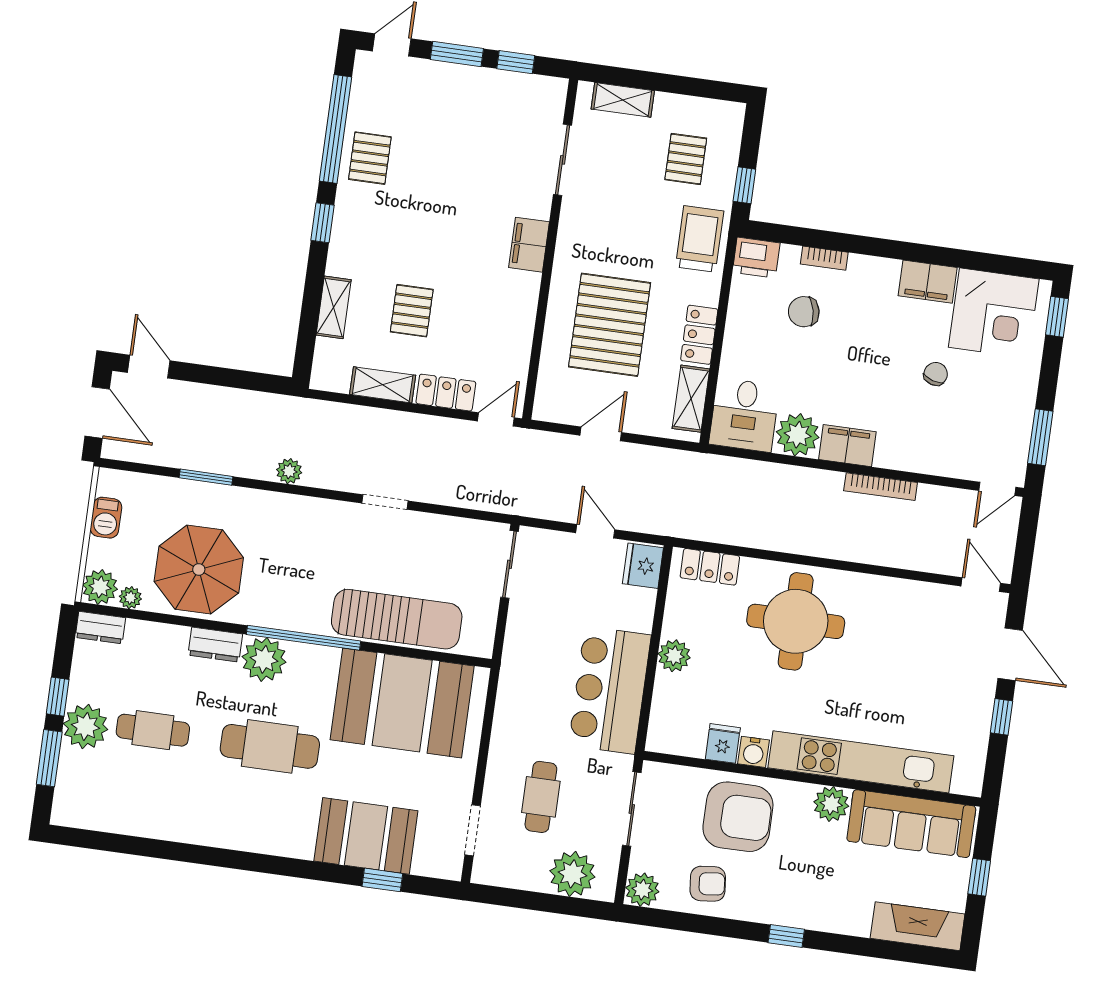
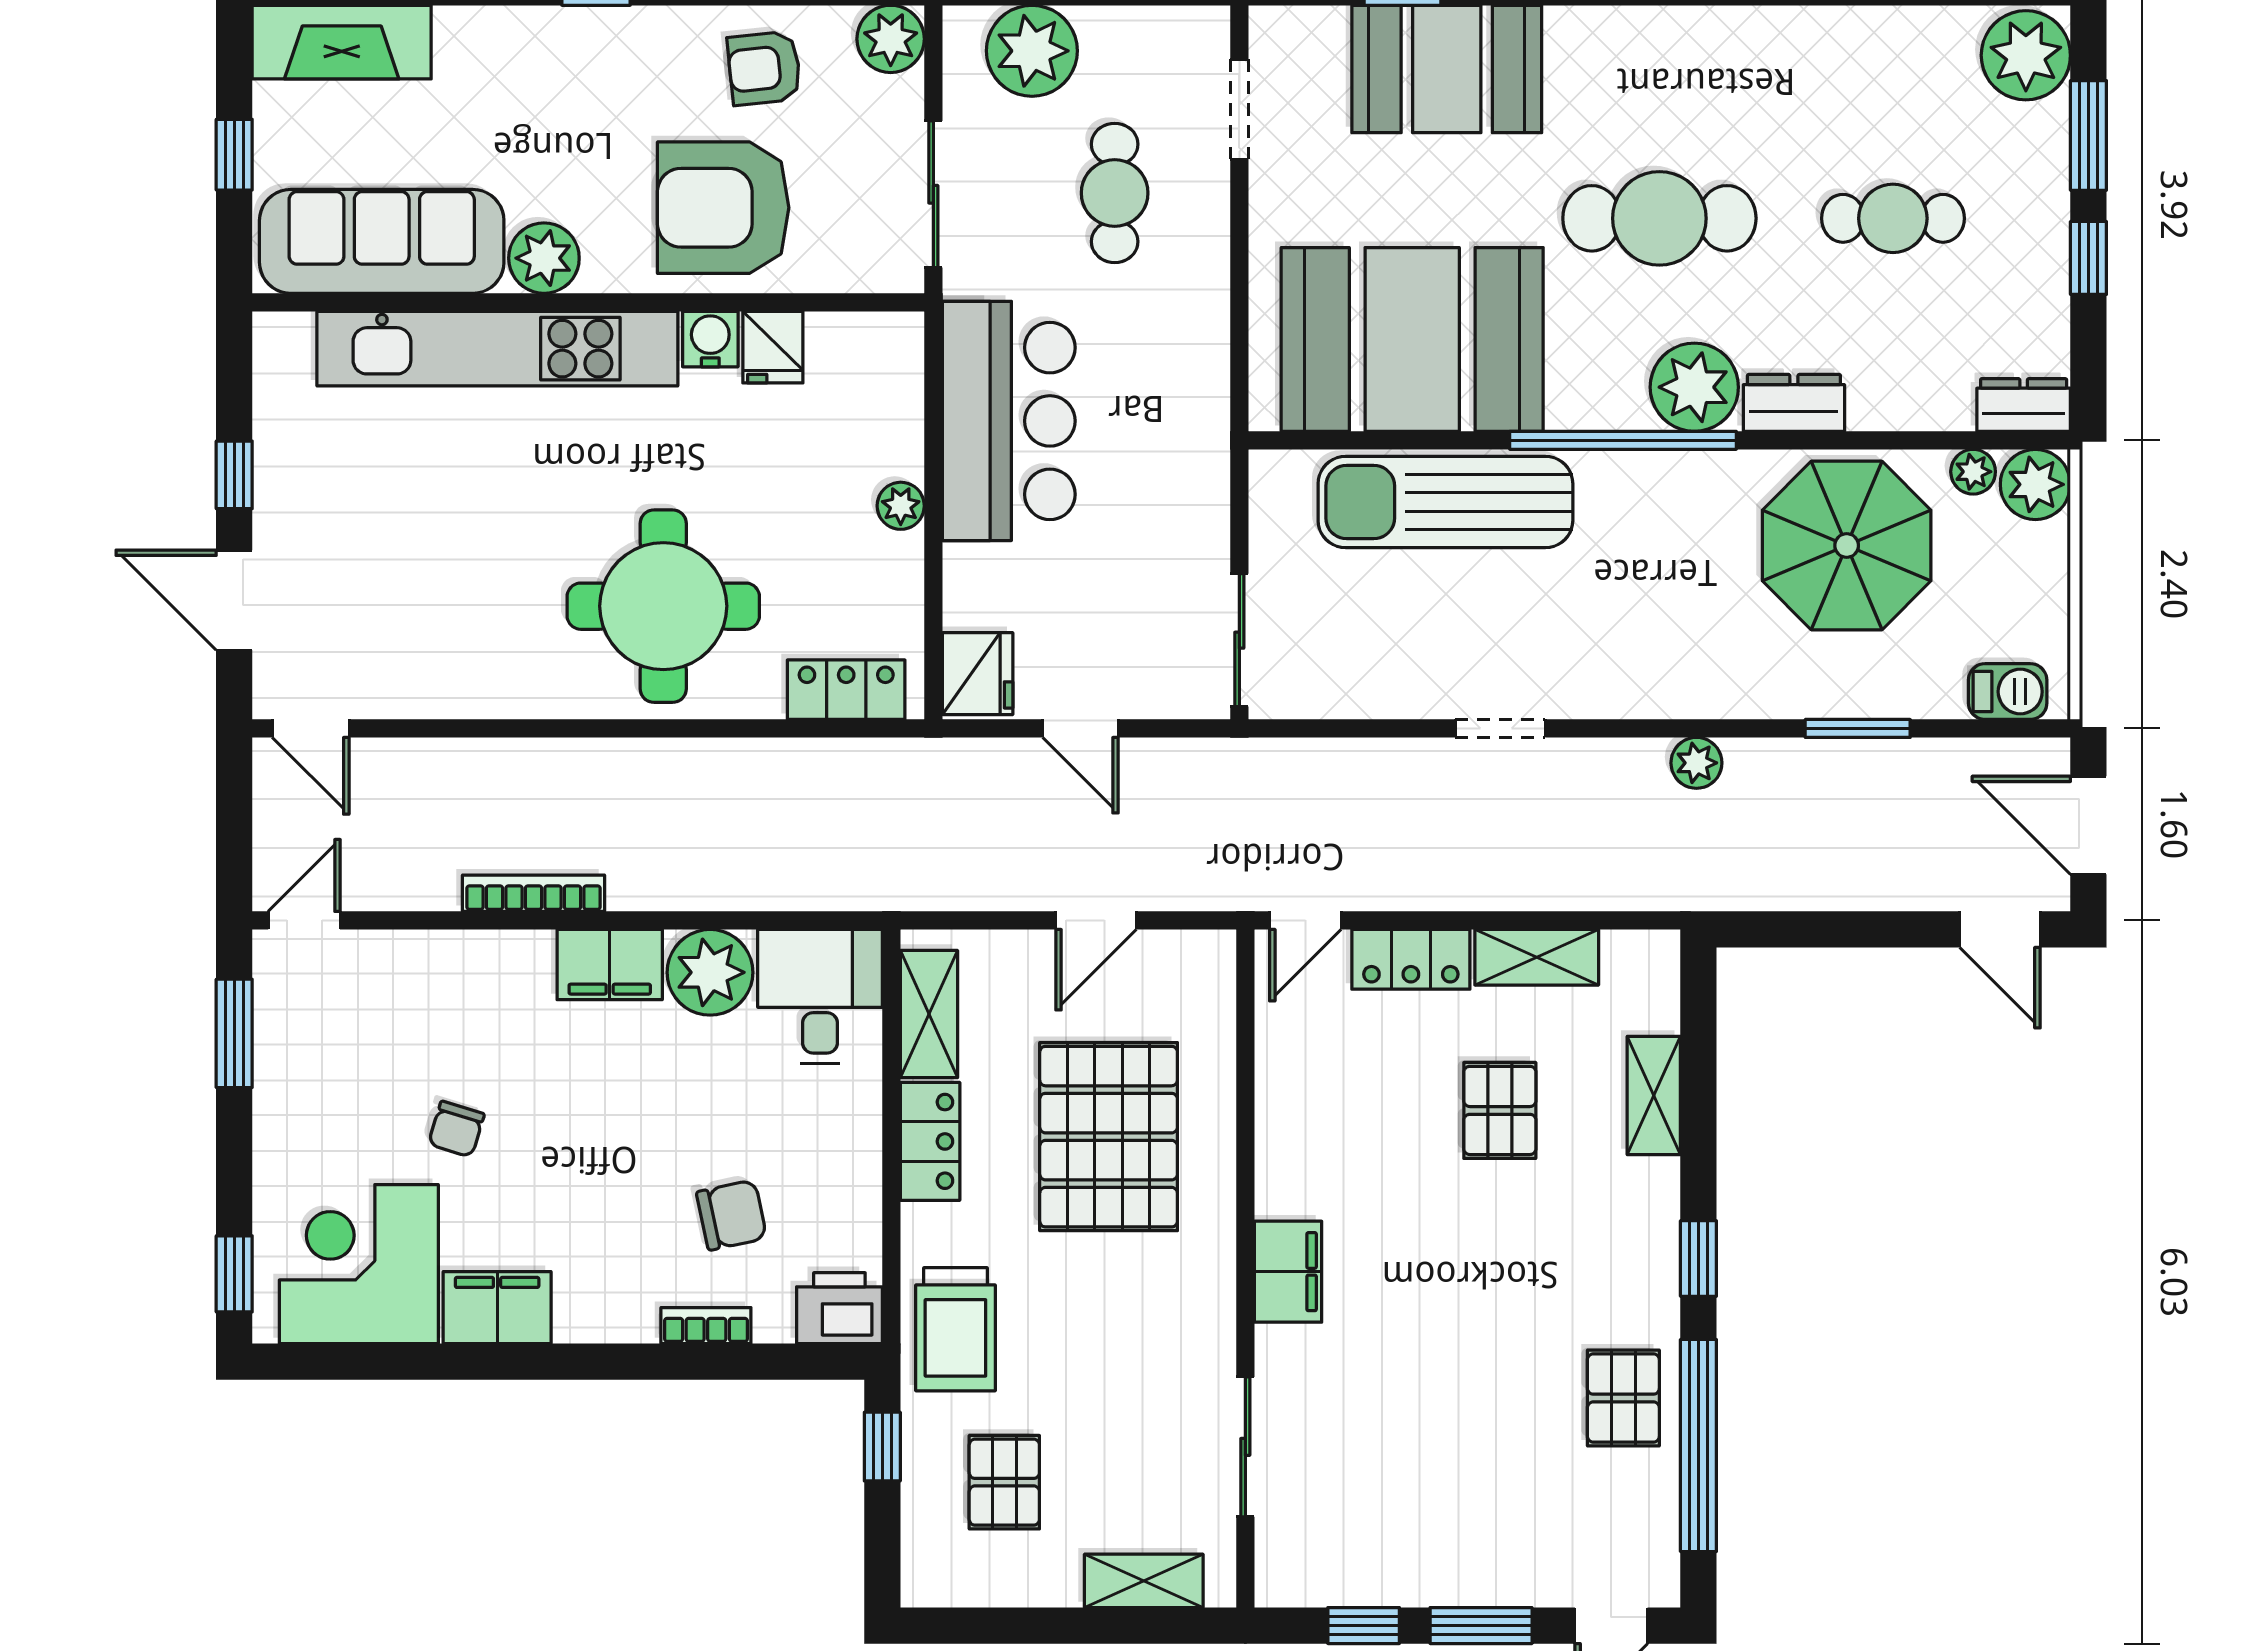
barbecue: (106, 518) -> (2008, 692), moved, turned 90
plant: (674, 656) -> (901, 506), width x0.73, depth x0.73
plant: (86, 726) -> (2026, 55), moved

